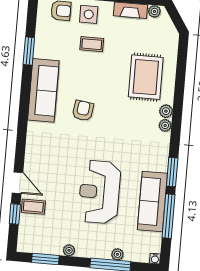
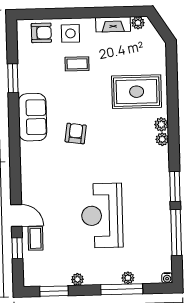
rug: (146, 77) -> (137, 92), turned 90
sofa: (43, 90) -> (32, 117), width x0.73
sofa: (152, 201) -> (158, 219), removed
coffee table: (33, 207) -> (35, 238), turned 90

